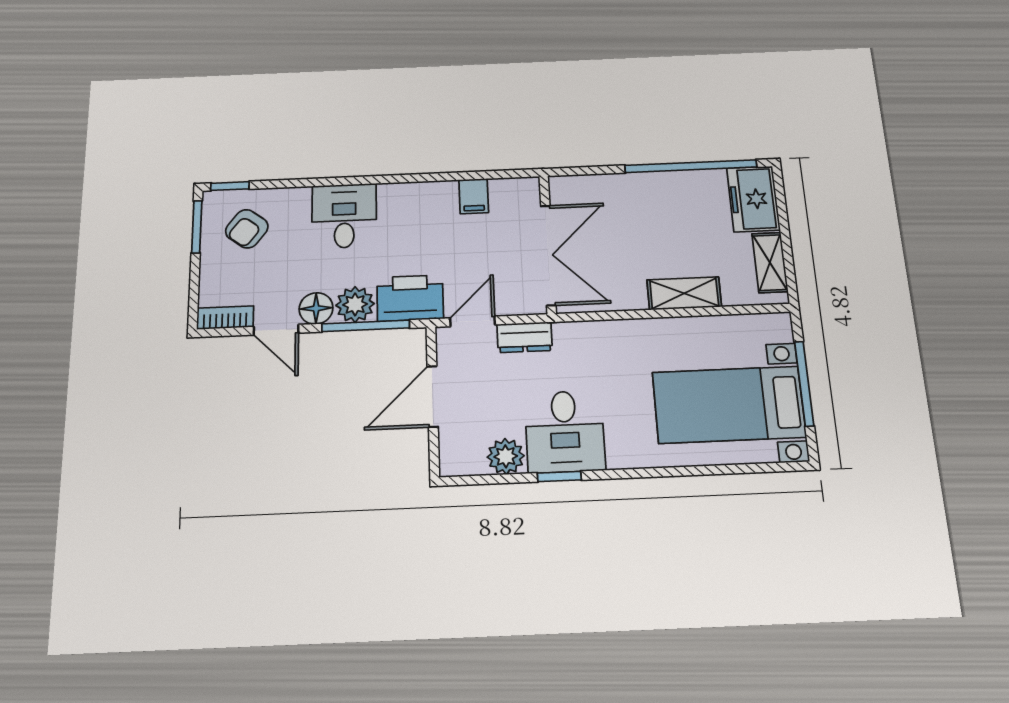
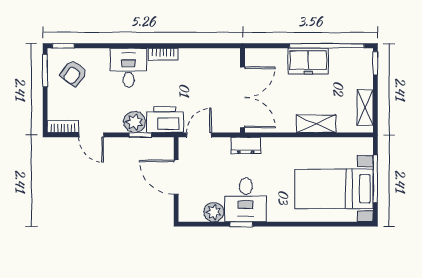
window: (779, 190) -> (375, 63), added
bookcase: (405, 191) -> (163, 54), added
filing cabinet: (474, 196) -> (202, 59), removed
freezer: (753, 199) -> (308, 61), moved, turned -90
floor lamp: (316, 308) -> (113, 123), removed
window: (366, 326) -> (140, 135), width x0.46
dresser: (525, 337) -> (246, 146), moved
door: (433, 396) -> (176, 177), hinge flipped

